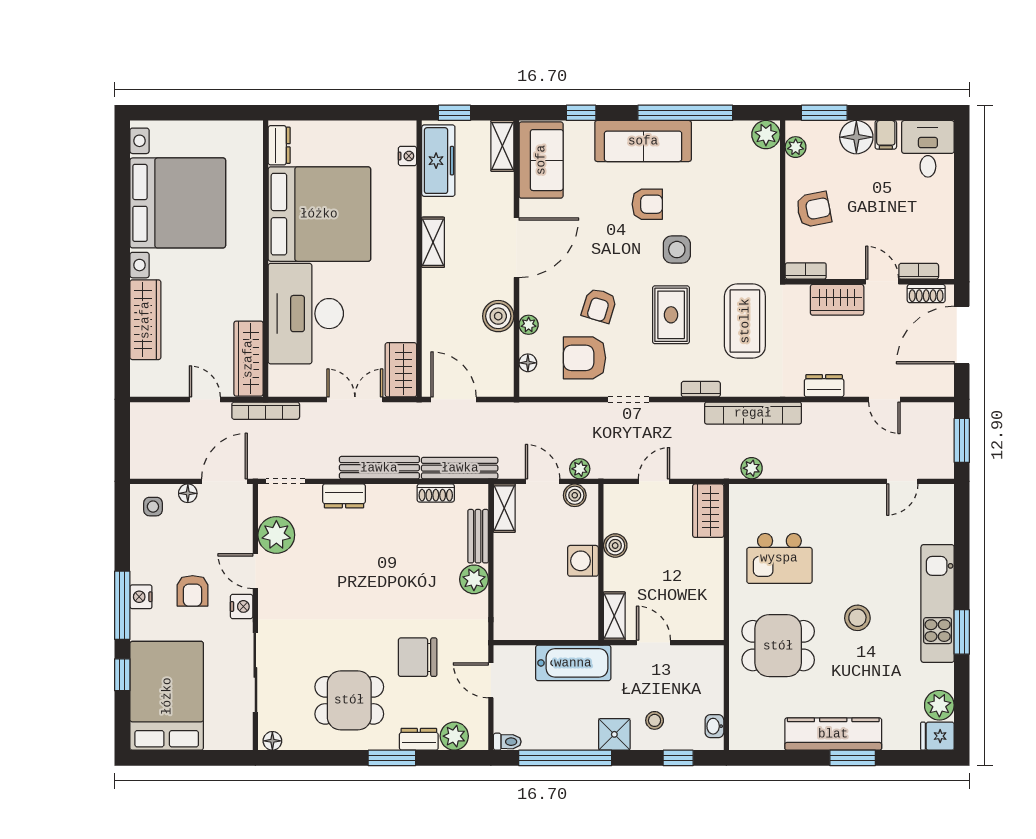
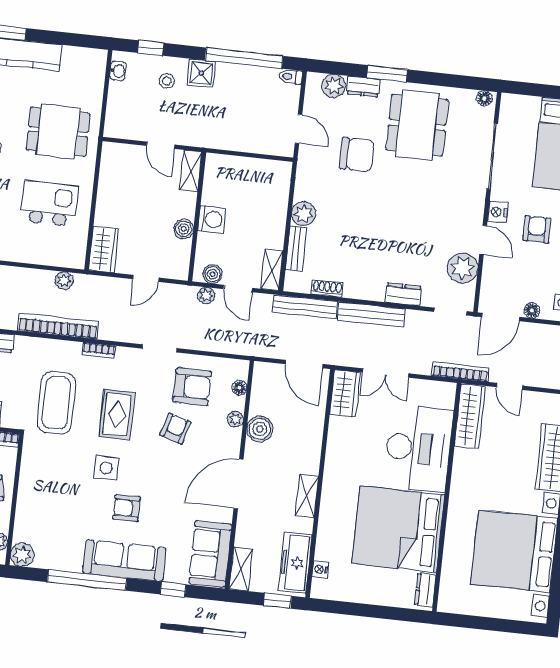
bathtub: (573, 663) -> (229, 136), removed
dining table: (349, 700) -> (417, 125), width x1.38

